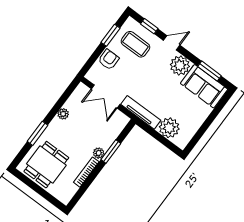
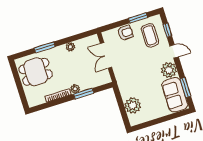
tv unit: (141, 112) -> (121, 82), removed

